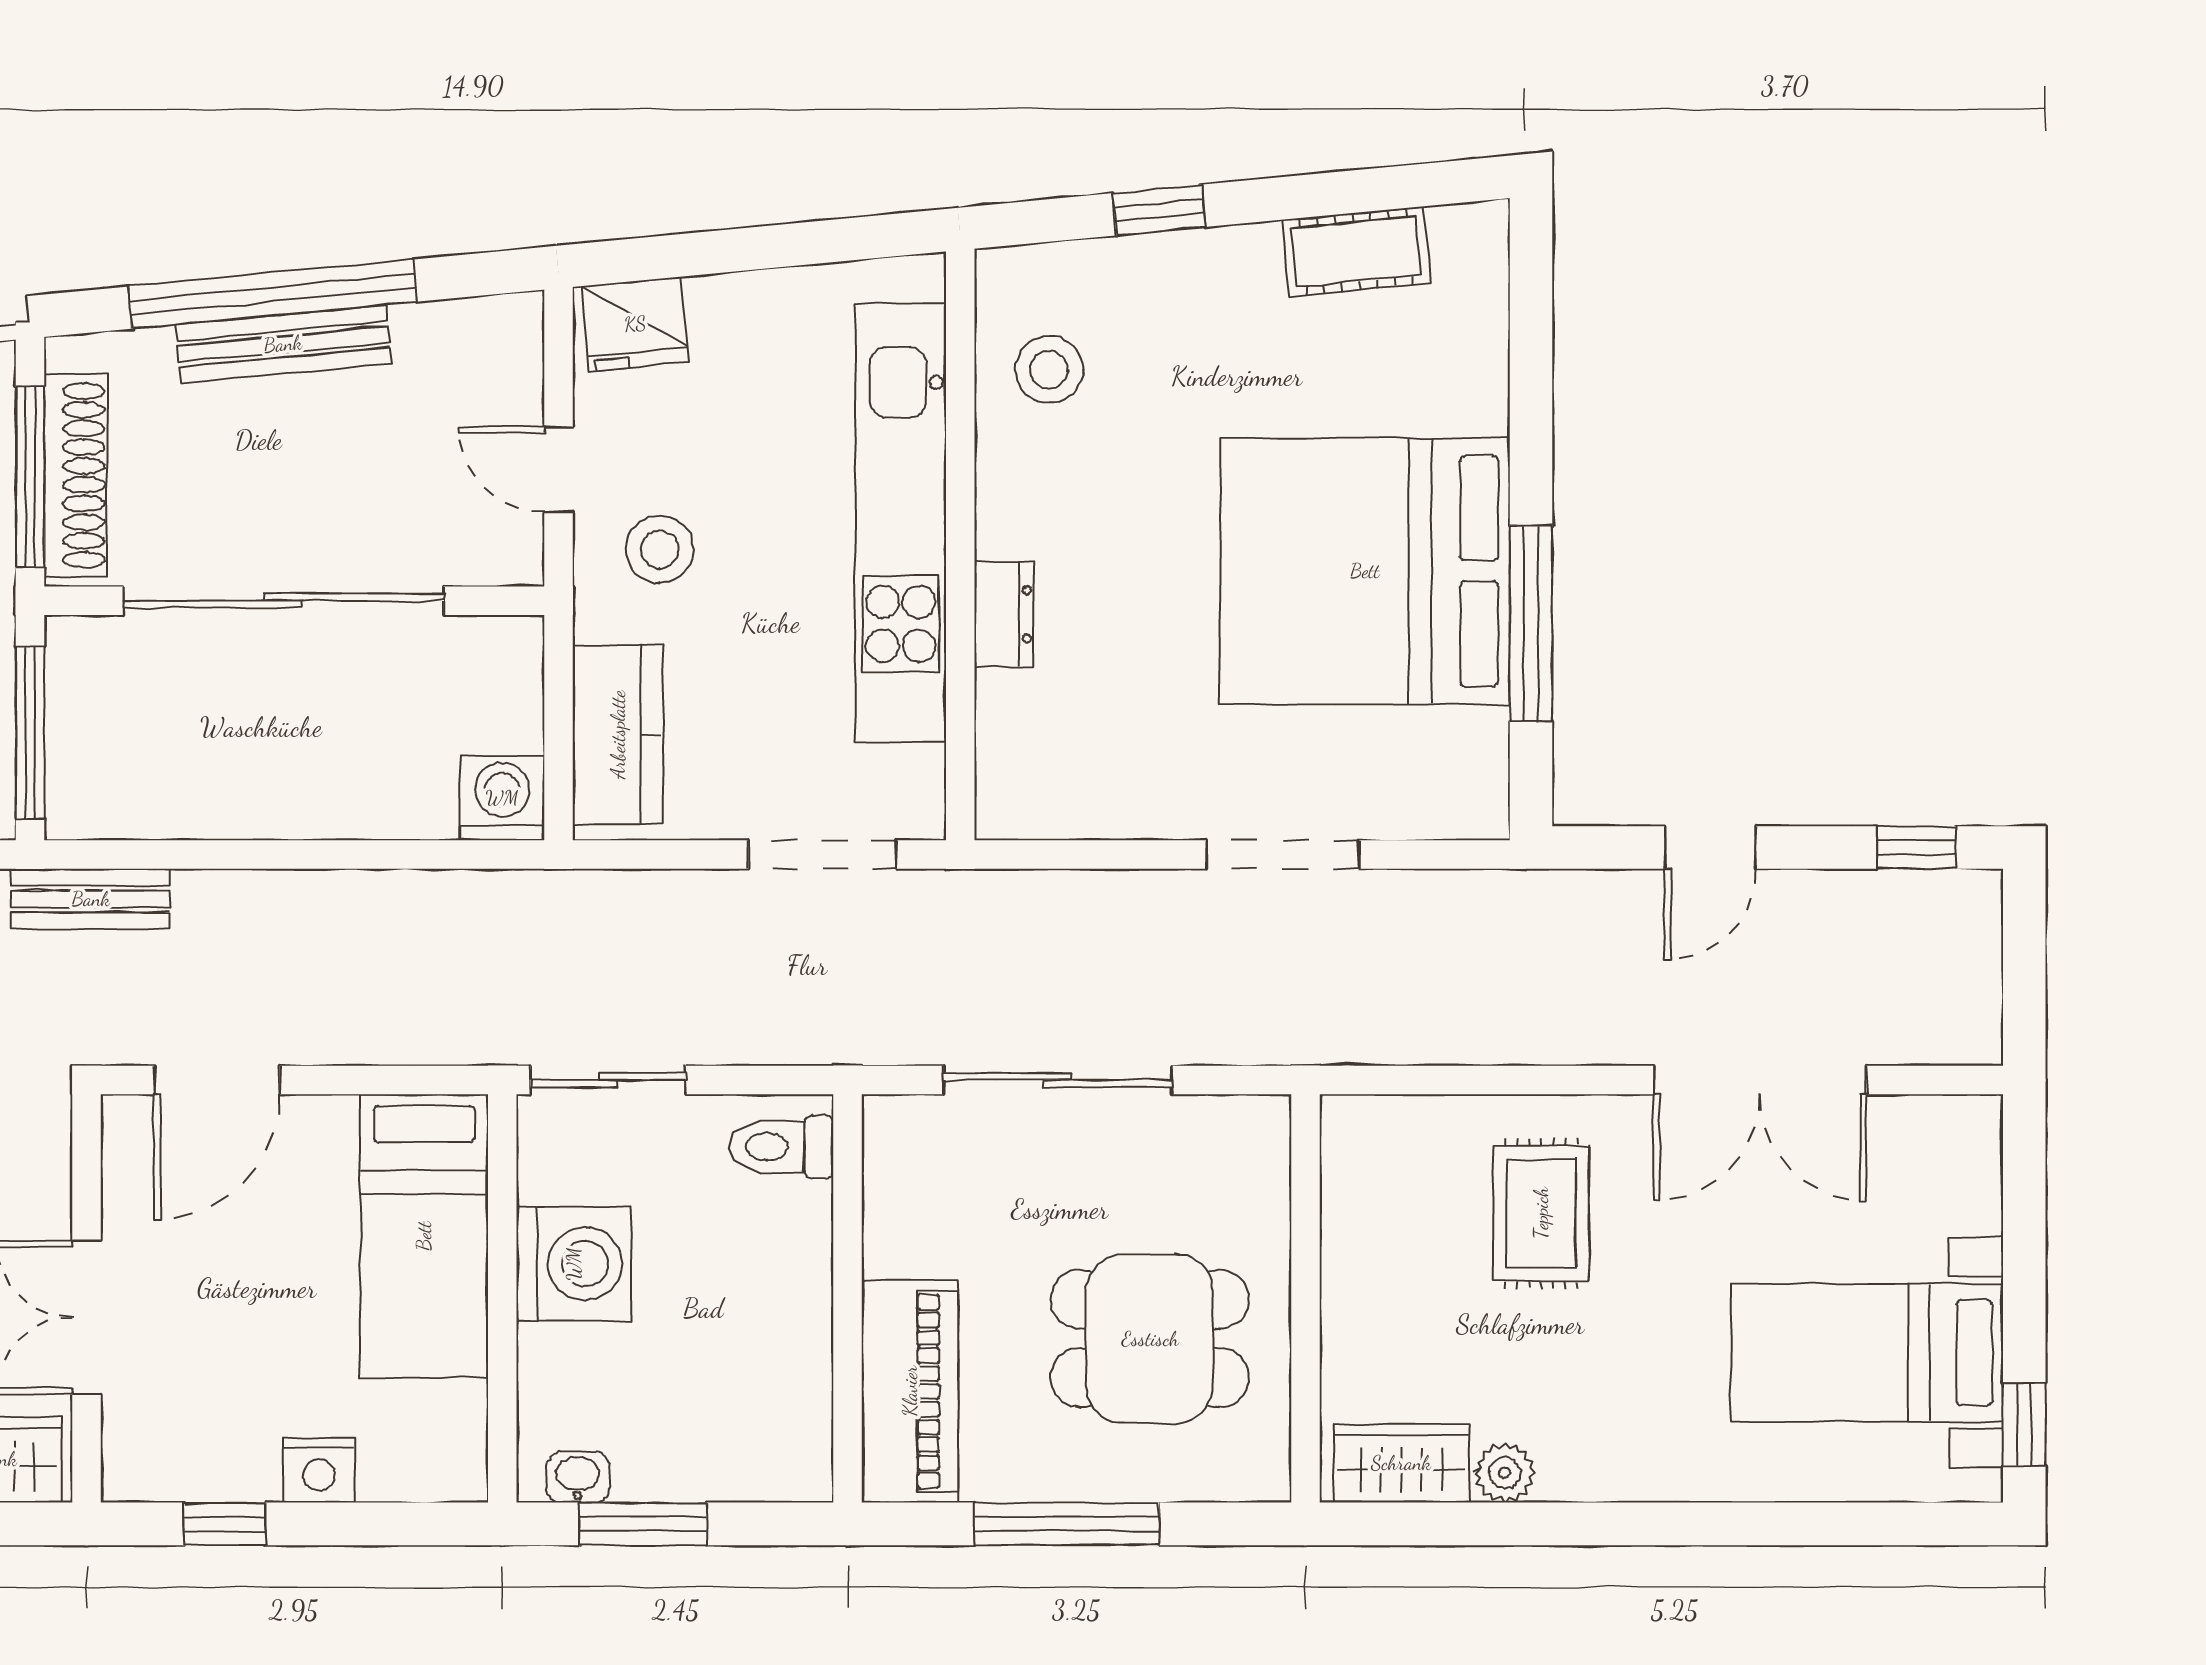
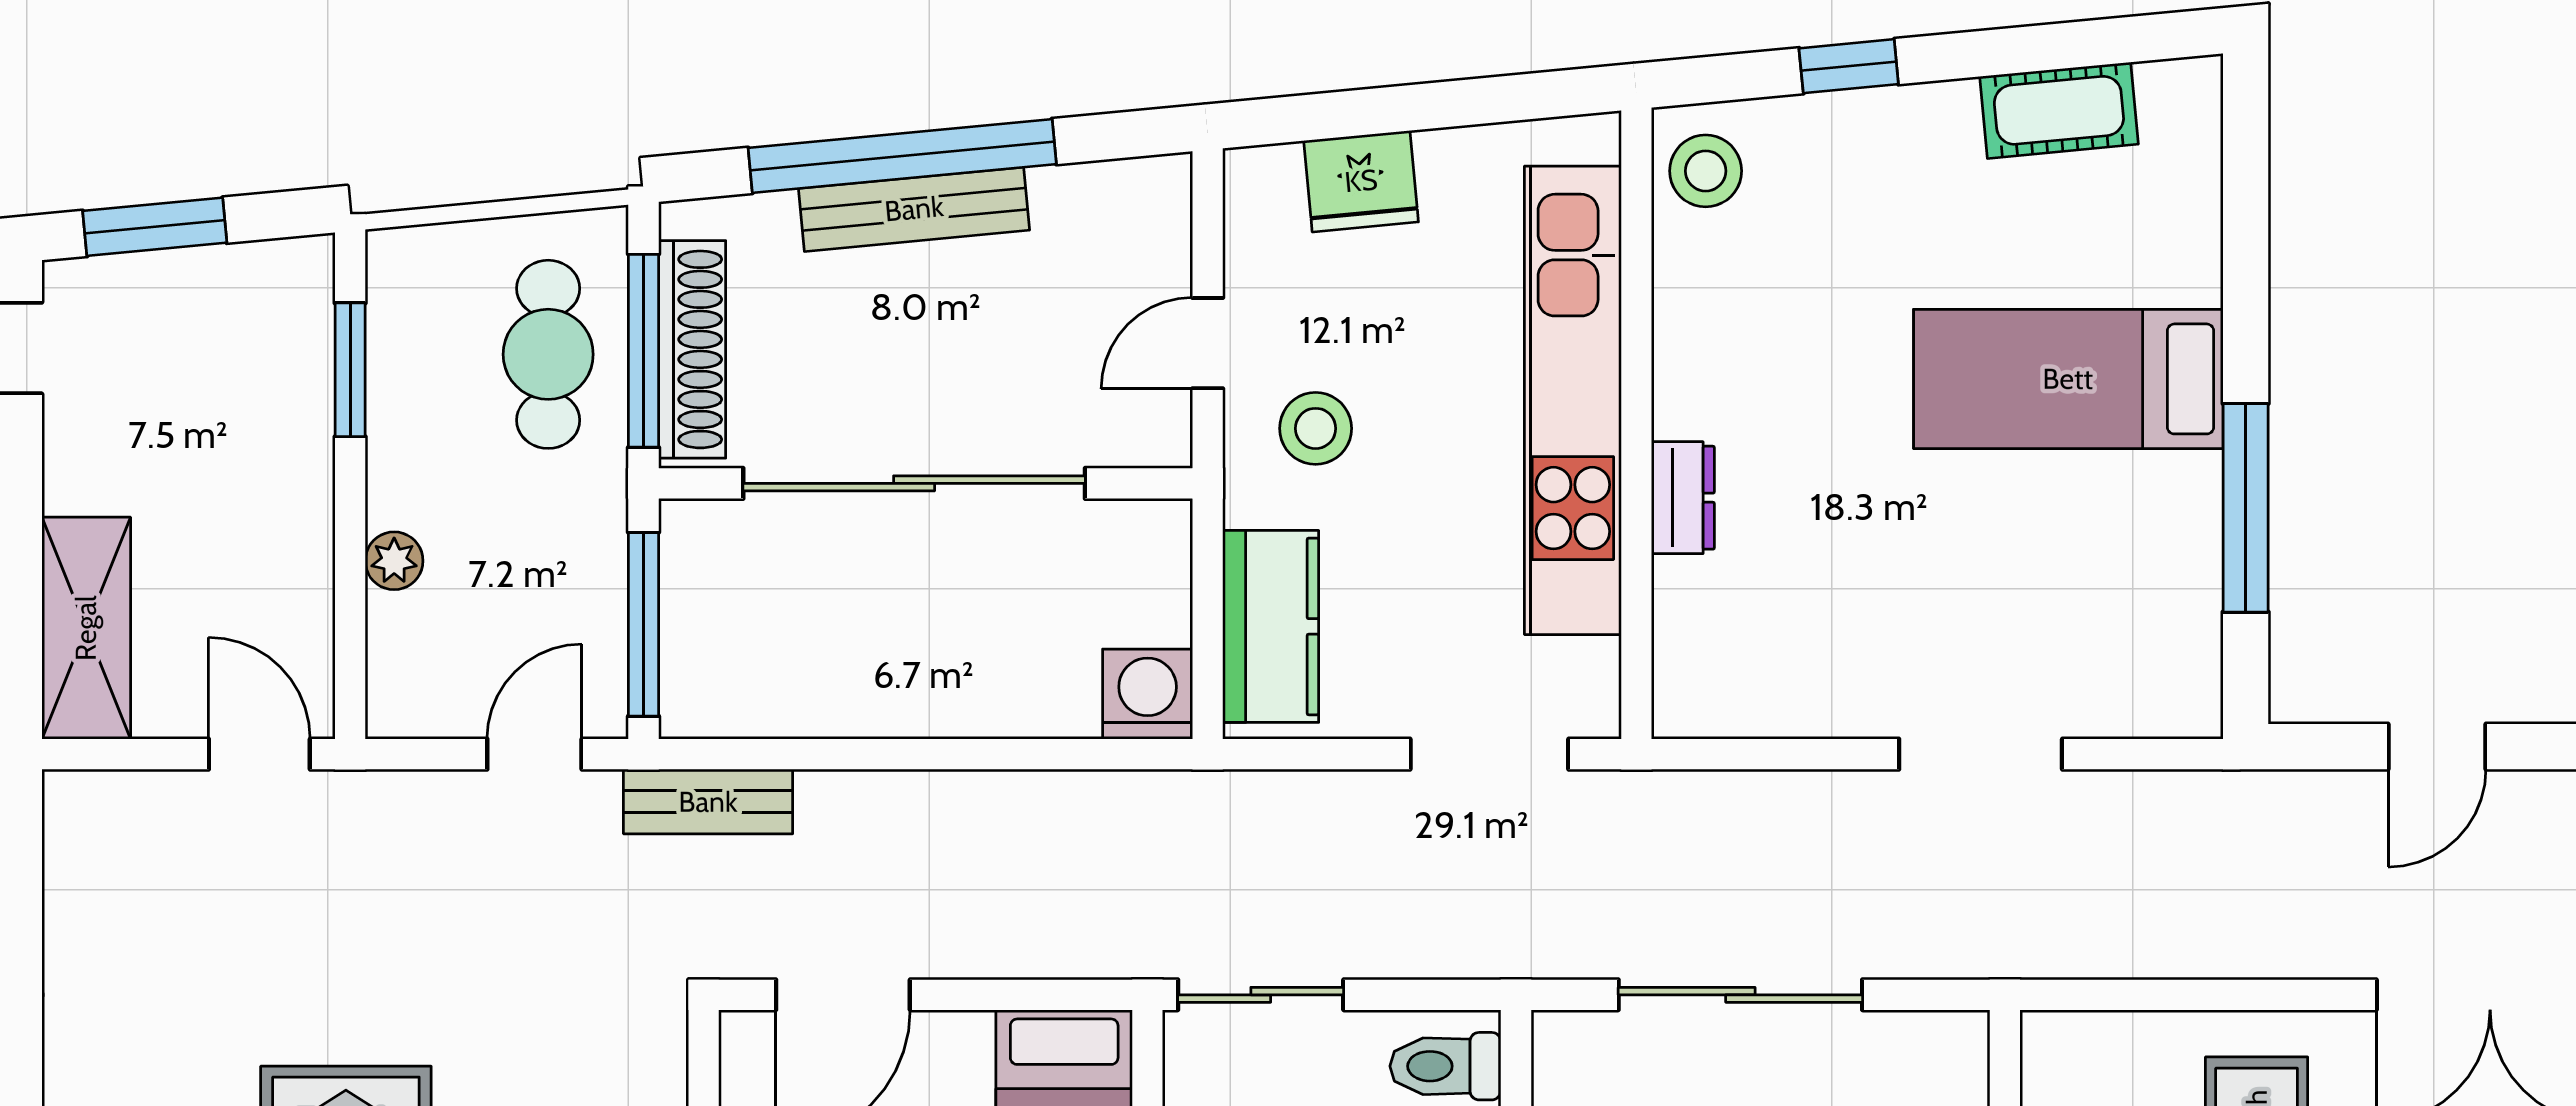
fridge: (635, 324) -> (1361, 181), moved
stool: (1049, 369) -> (1706, 171), moved
door: (559, 469) -> (1208, 343), hinge flipped
bed: (1365, 571) -> (2068, 379), width x0.49

